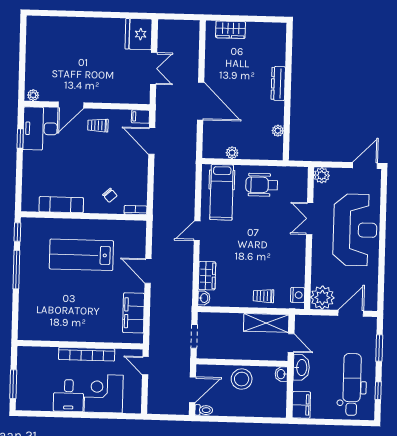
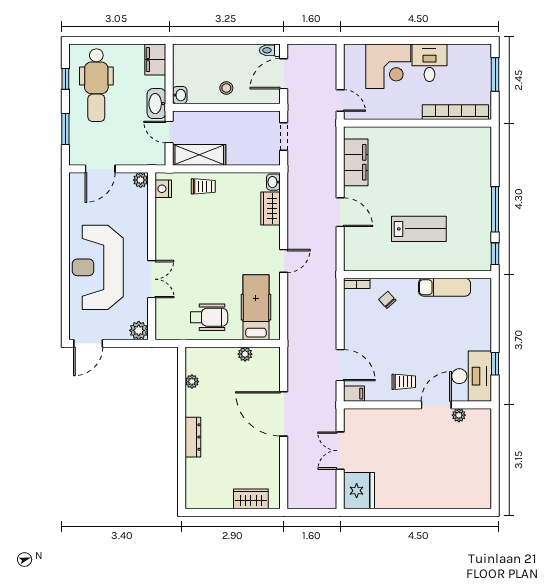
plant: (33, 95) -> (459, 415), moved
lab bench: (81, 255) -> (419, 229), width x0.73, depth x0.72
plant: (322, 297) -> (141, 180), width x0.53, depth x0.53
bookcase: (87, 354) -> (455, 112), moved
stool: (242, 379) -> (226, 88), width x0.53, depth x0.53

